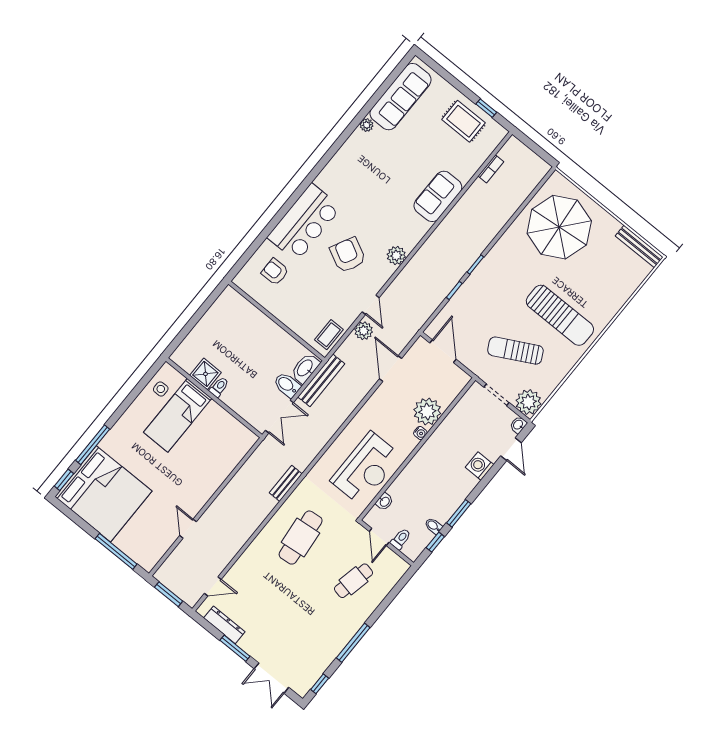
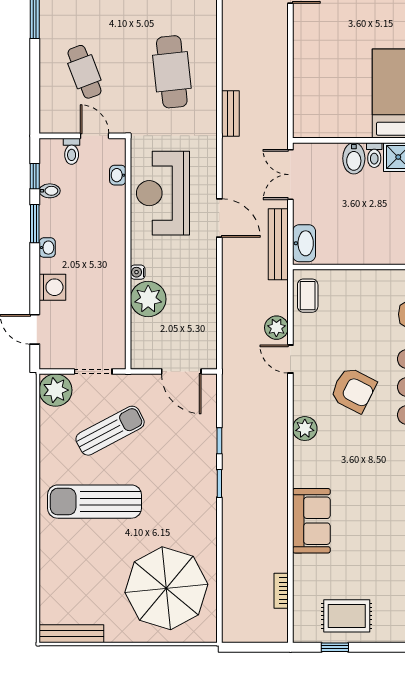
door: (390, 369) -> (219, 218), moved
bidet: (287, 385) -> (354, 158), moved, turned 90
washbasin: (518, 425) -> (47, 248), moved
cafe table: (354, 581) -> (84, 72), turned -33

